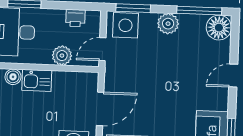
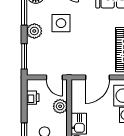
side table: (125, 25) -> (61, 23), moved
door: (100, 109) -> (97, 77), swing flipped

